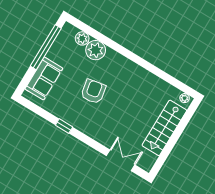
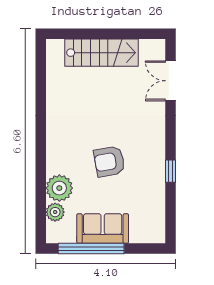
sofa: (44, 79) -> (103, 228), moved
plant: (185, 98) -> (52, 50), removed

